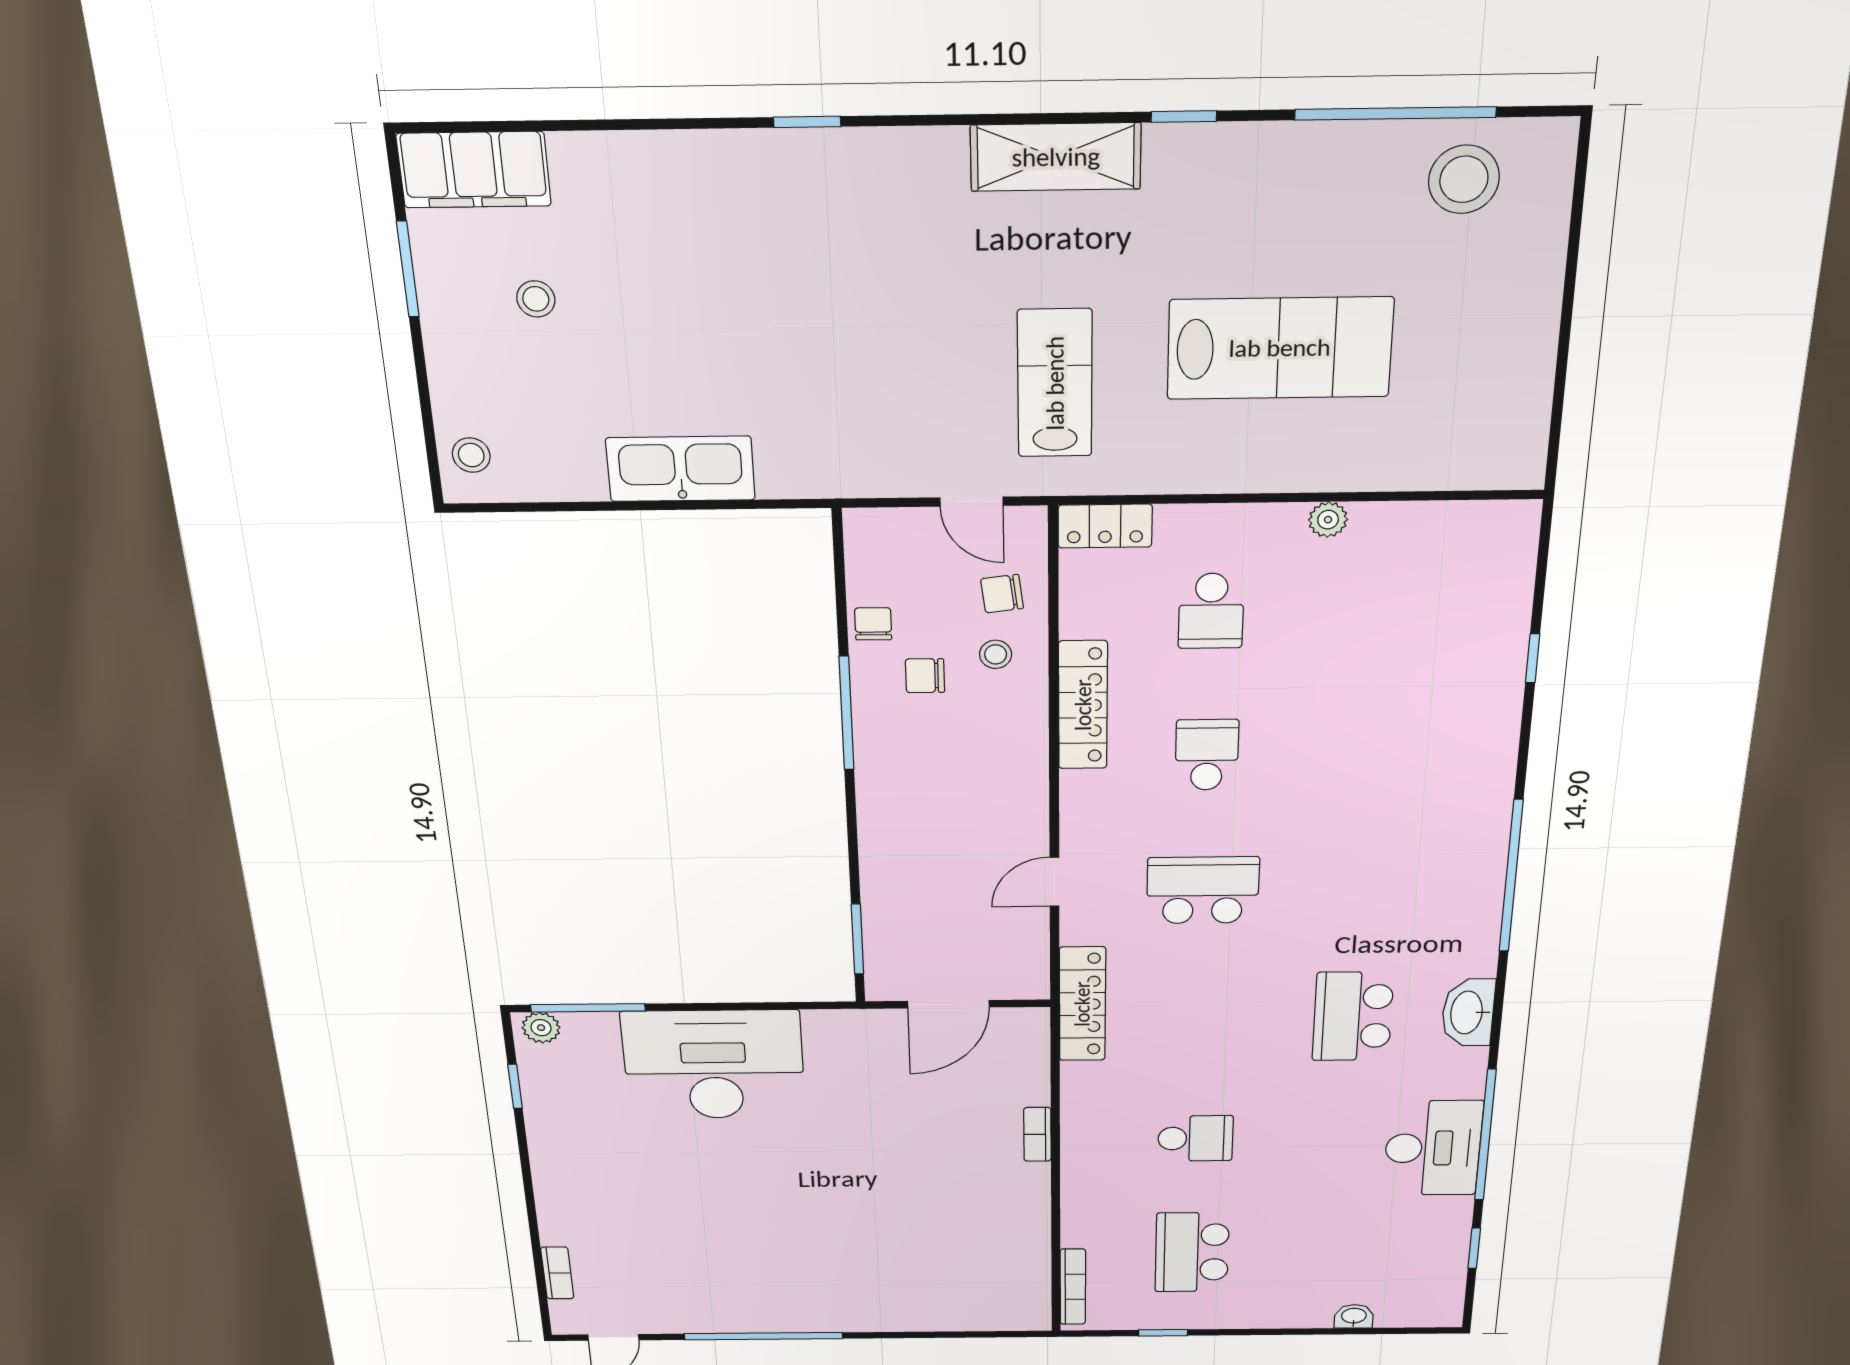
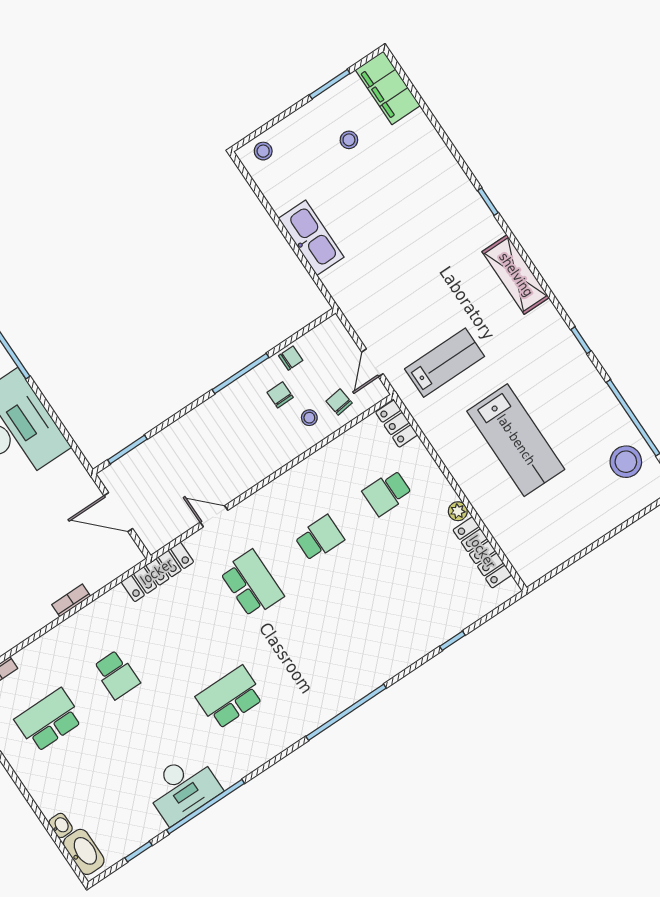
shelving: (1056, 157) -> (516, 275), moved
locker: (1083, 705) -> (482, 552), moved, turned 90
washbasin: (1468, 1013) -> (84, 852), moved, turned 90

